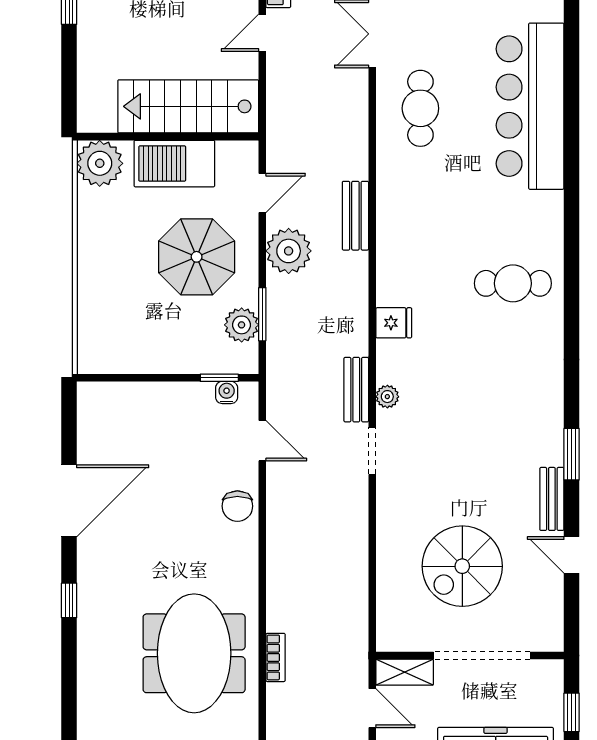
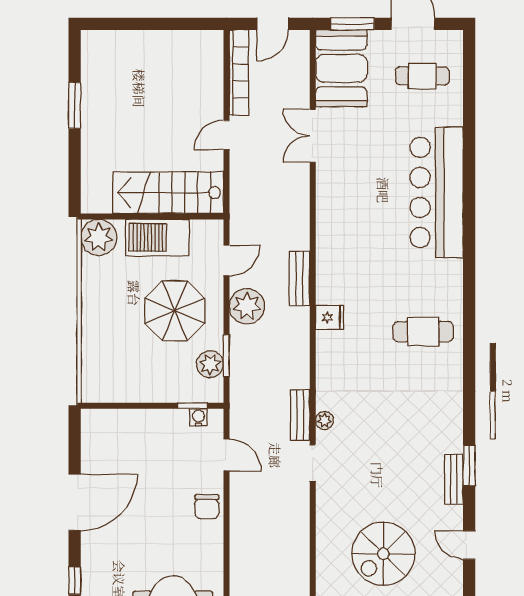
cafe table: (420, 108) -> (351, 194), removed
fridge: (394, 323) -> (330, 317), moved
bench: (552, 499) -> (454, 479), moved

